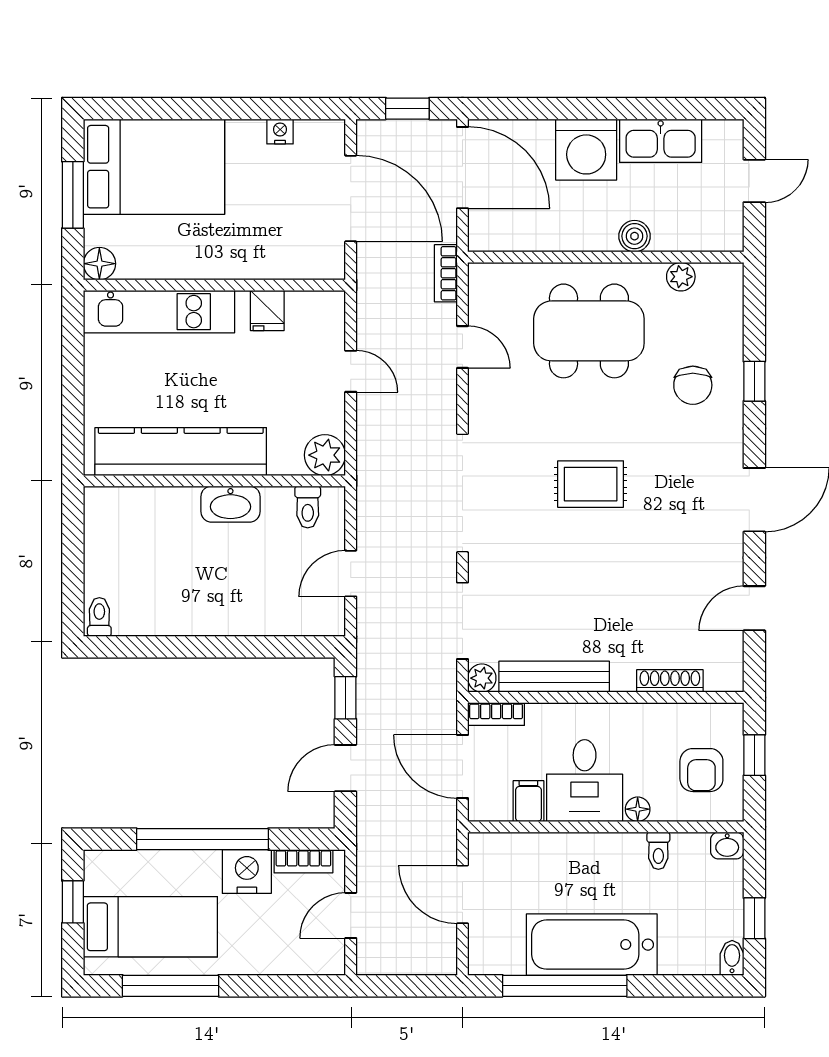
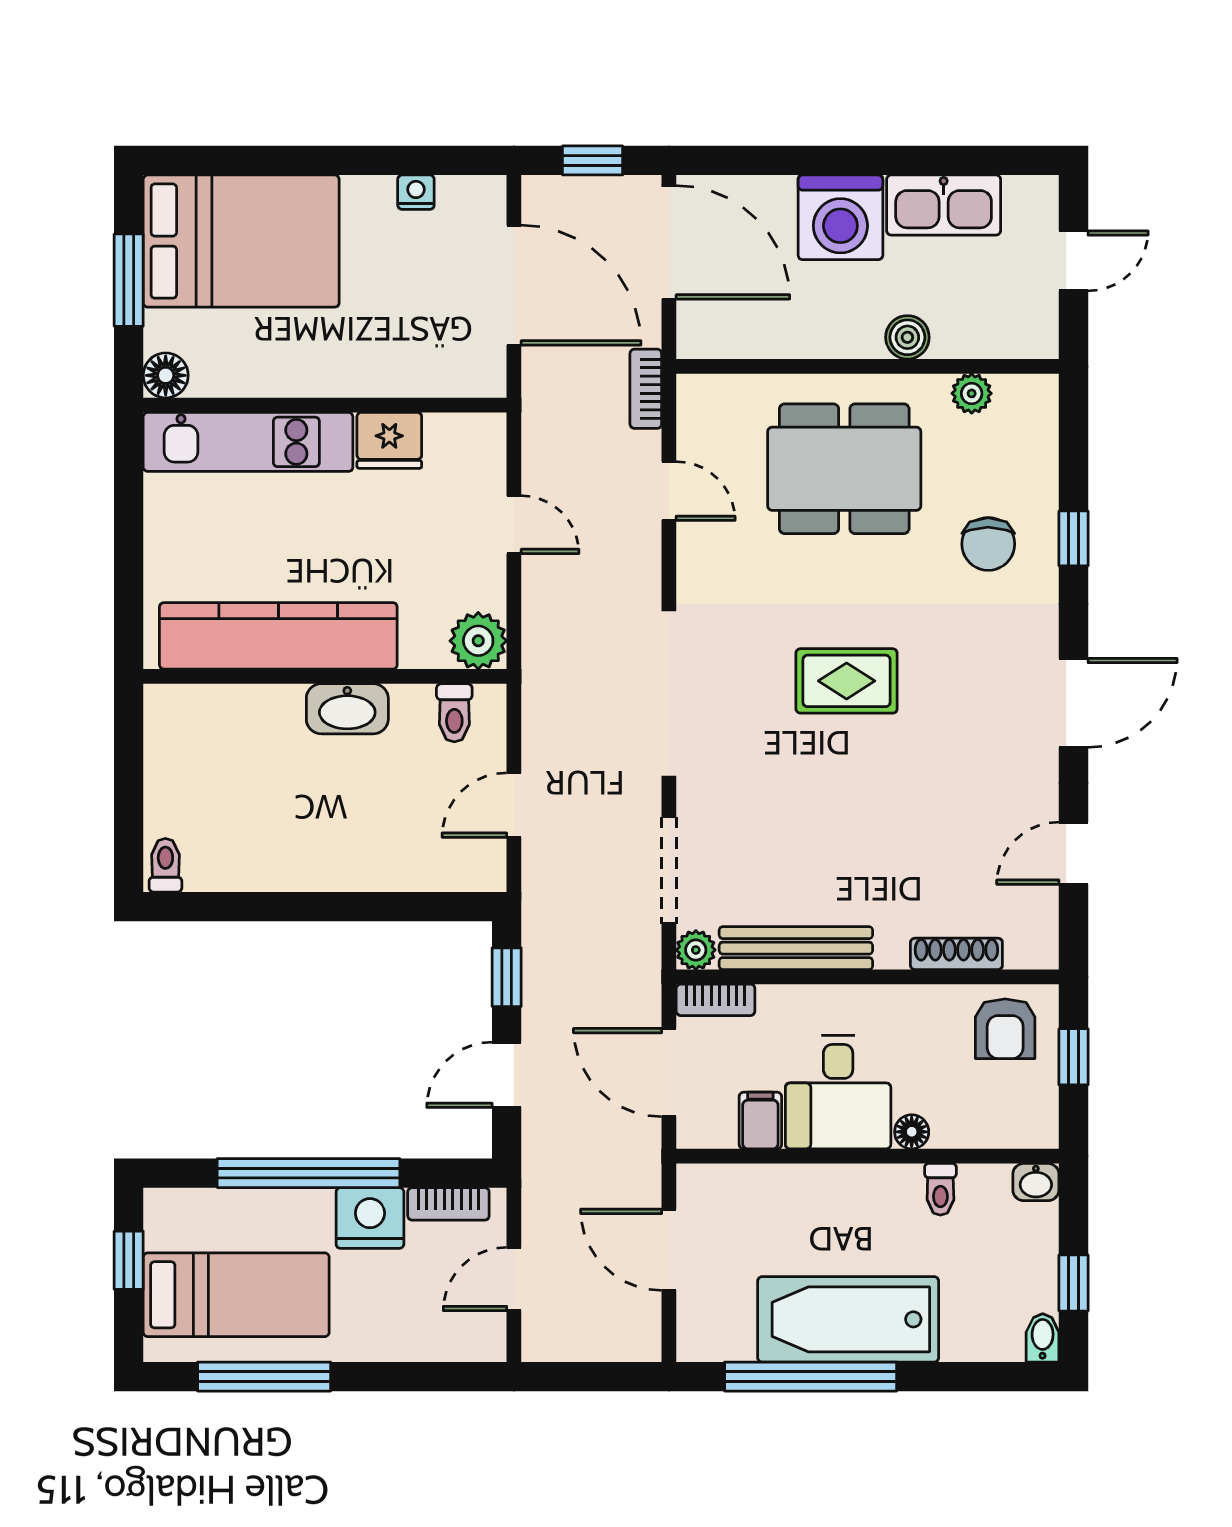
fridge: (267, 310) -> (389, 440), width x1.38
armchair: (701, 770) -> (1005, 1029), moved

